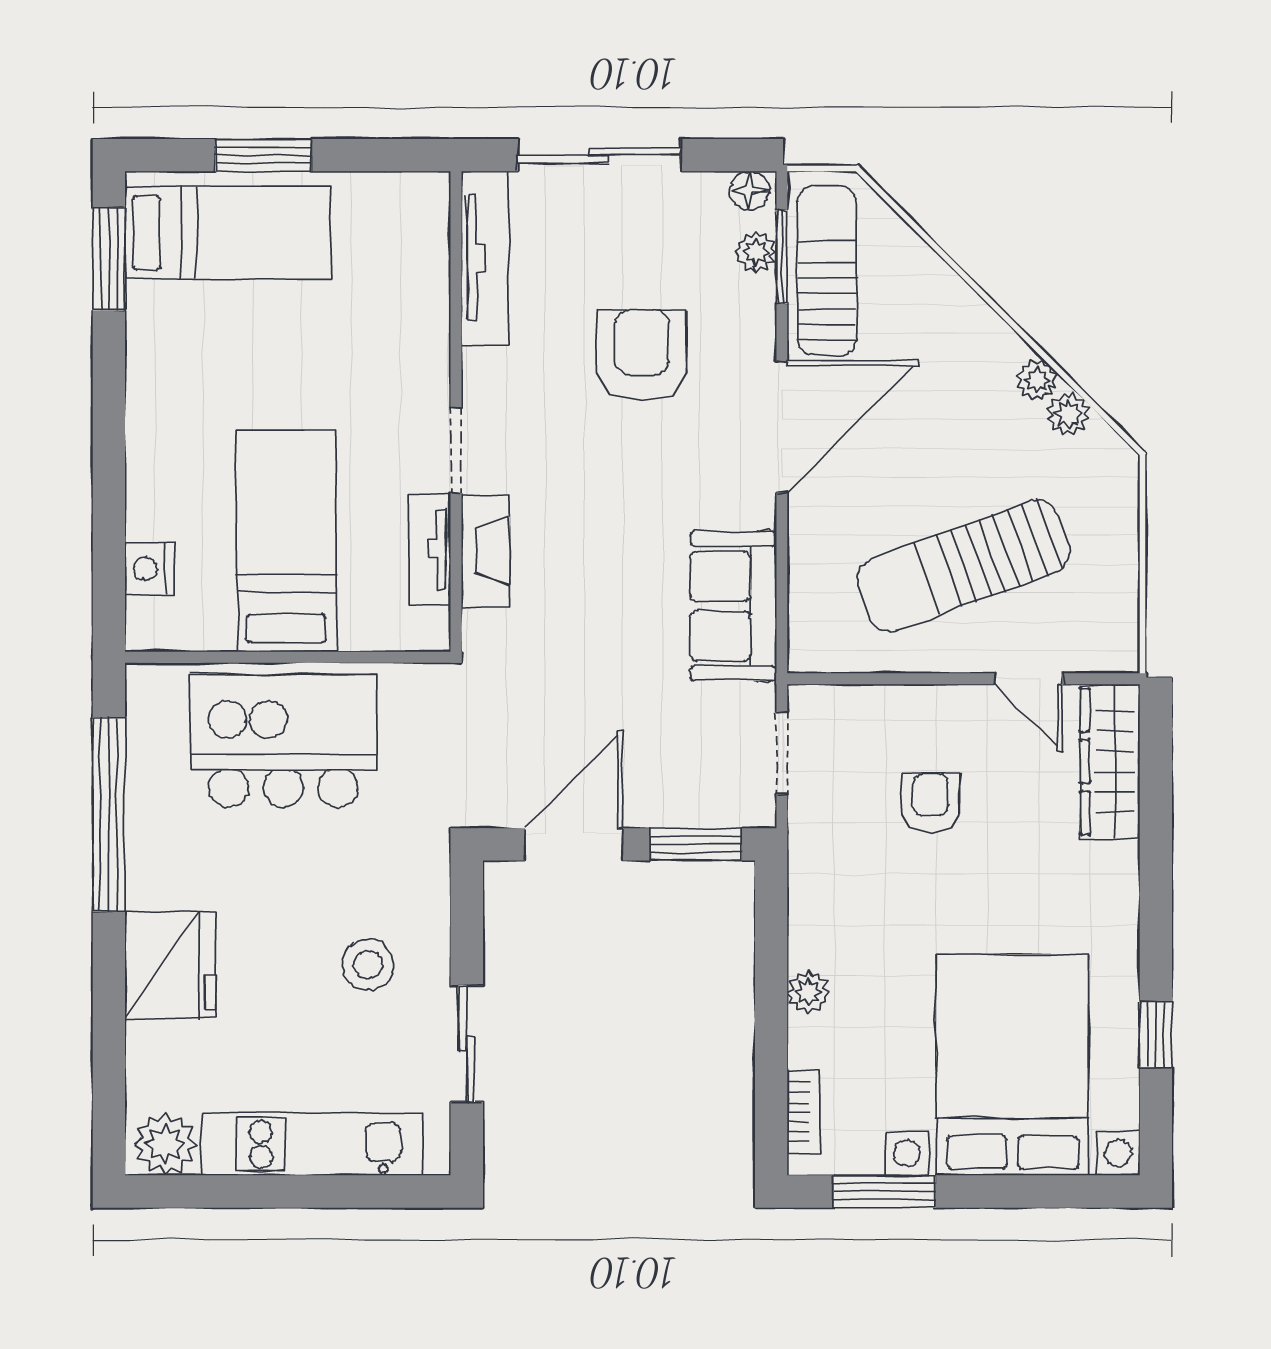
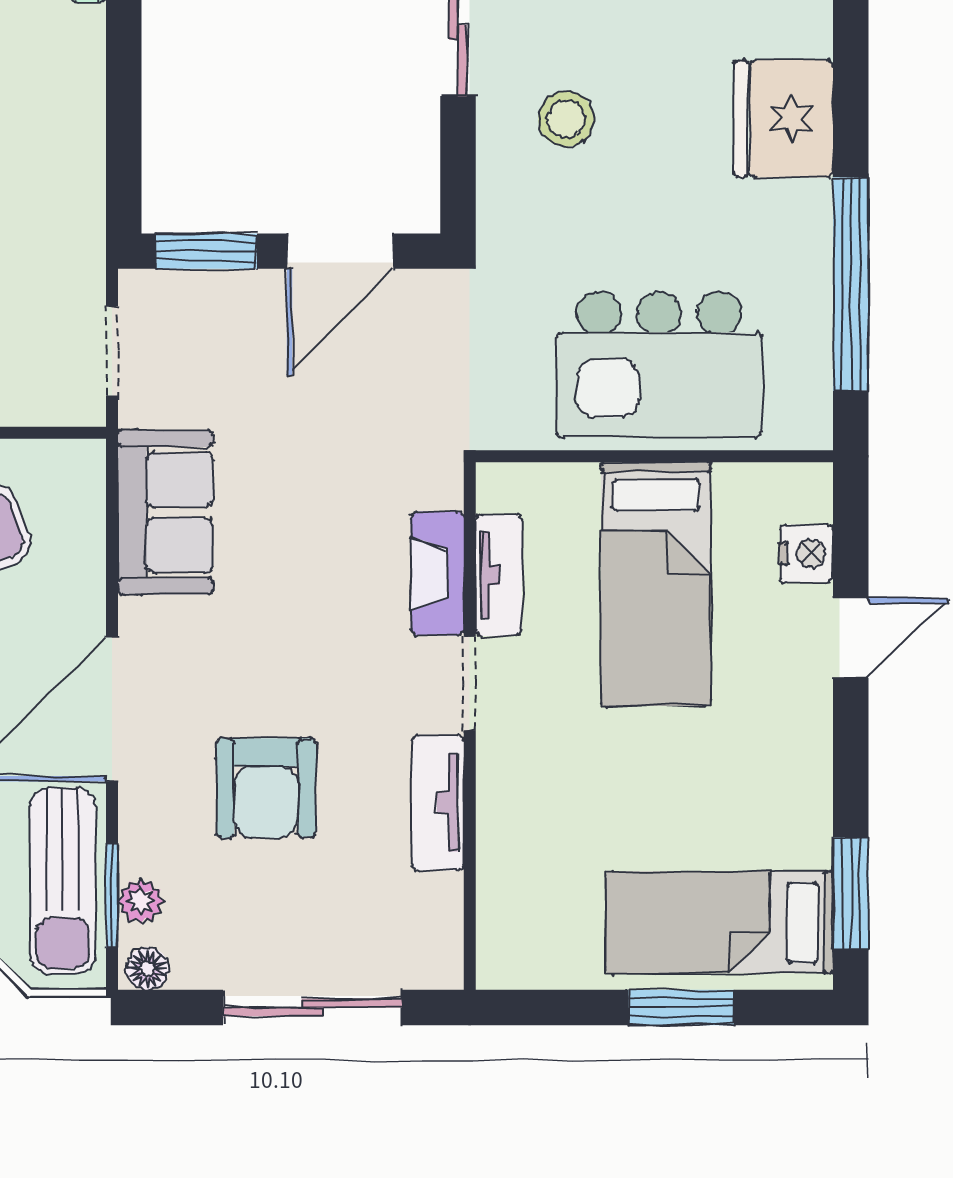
tv unit: (485, 258) -> (438, 803), moved, width x0.71
door: (109, 492) -> (851, 638), added
plant: (808, 992) -> (83, 89), removed

